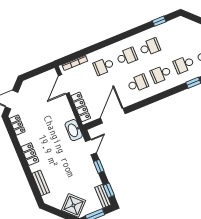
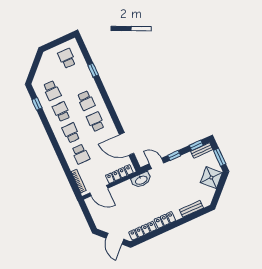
school desk: (184, 64) -> (52, 91), moved
locker: (17, 125) -> (143, 231), width x1.53

